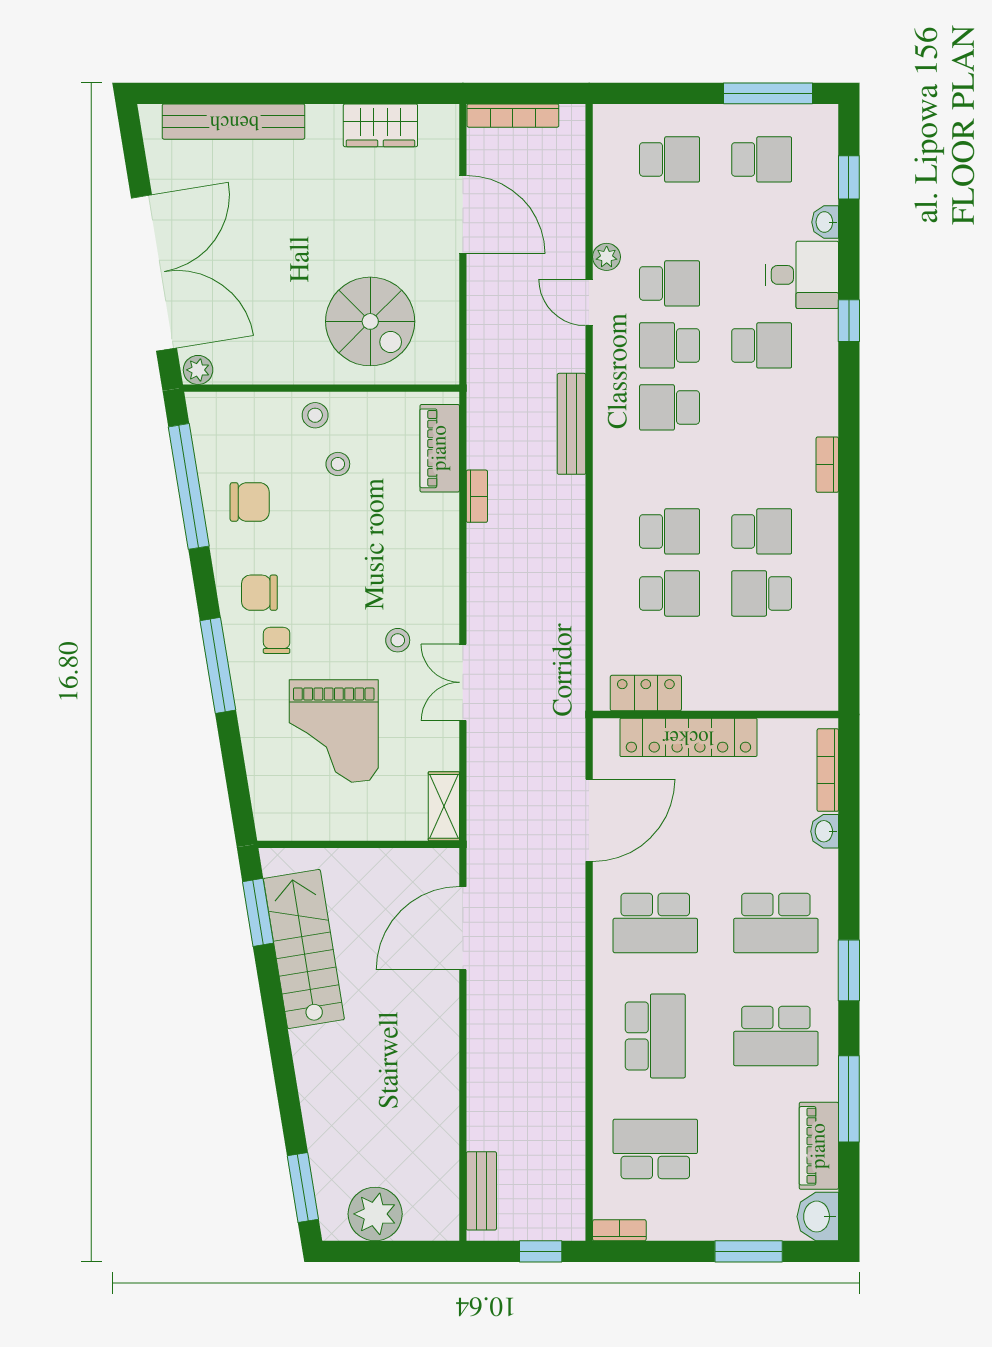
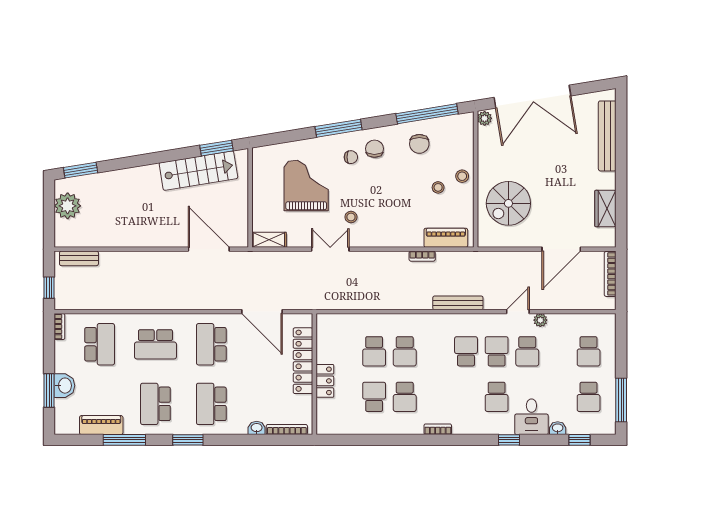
locker: (646, 693) -> (325, 381), moved
grand piano: (334, 731) -> (306, 185), turned 90
washbasin: (818, 1217) -> (64, 386), moved, turned 90

